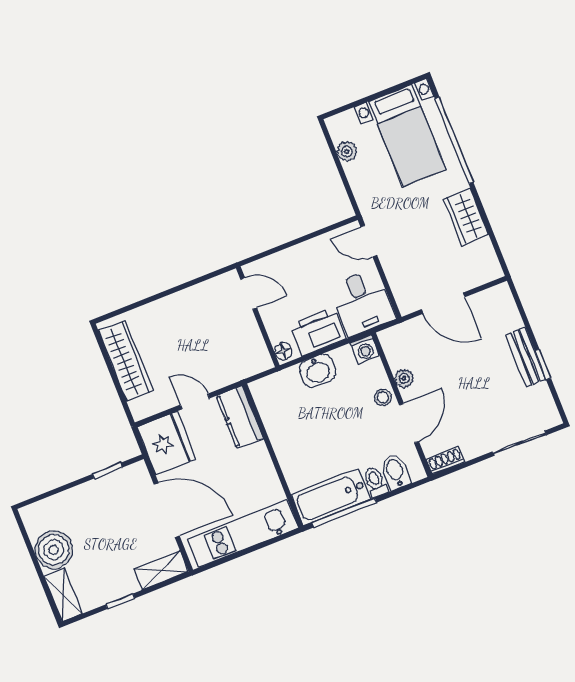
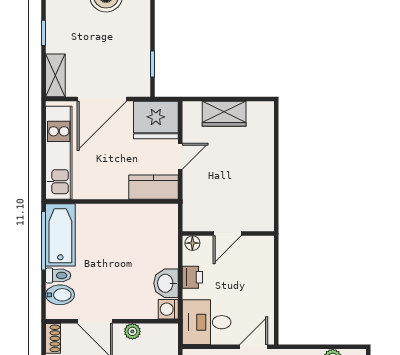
door: (249, 294) -> (227, 234), moved
printer: (318, 332) -> (192, 277), width x0.53, depth x0.68
wardrobe: (126, 360) -> (224, 114), width x0.67
washbasin: (318, 371) -> (166, 283), moved
stool: (383, 397) -> (124, 308), removed

